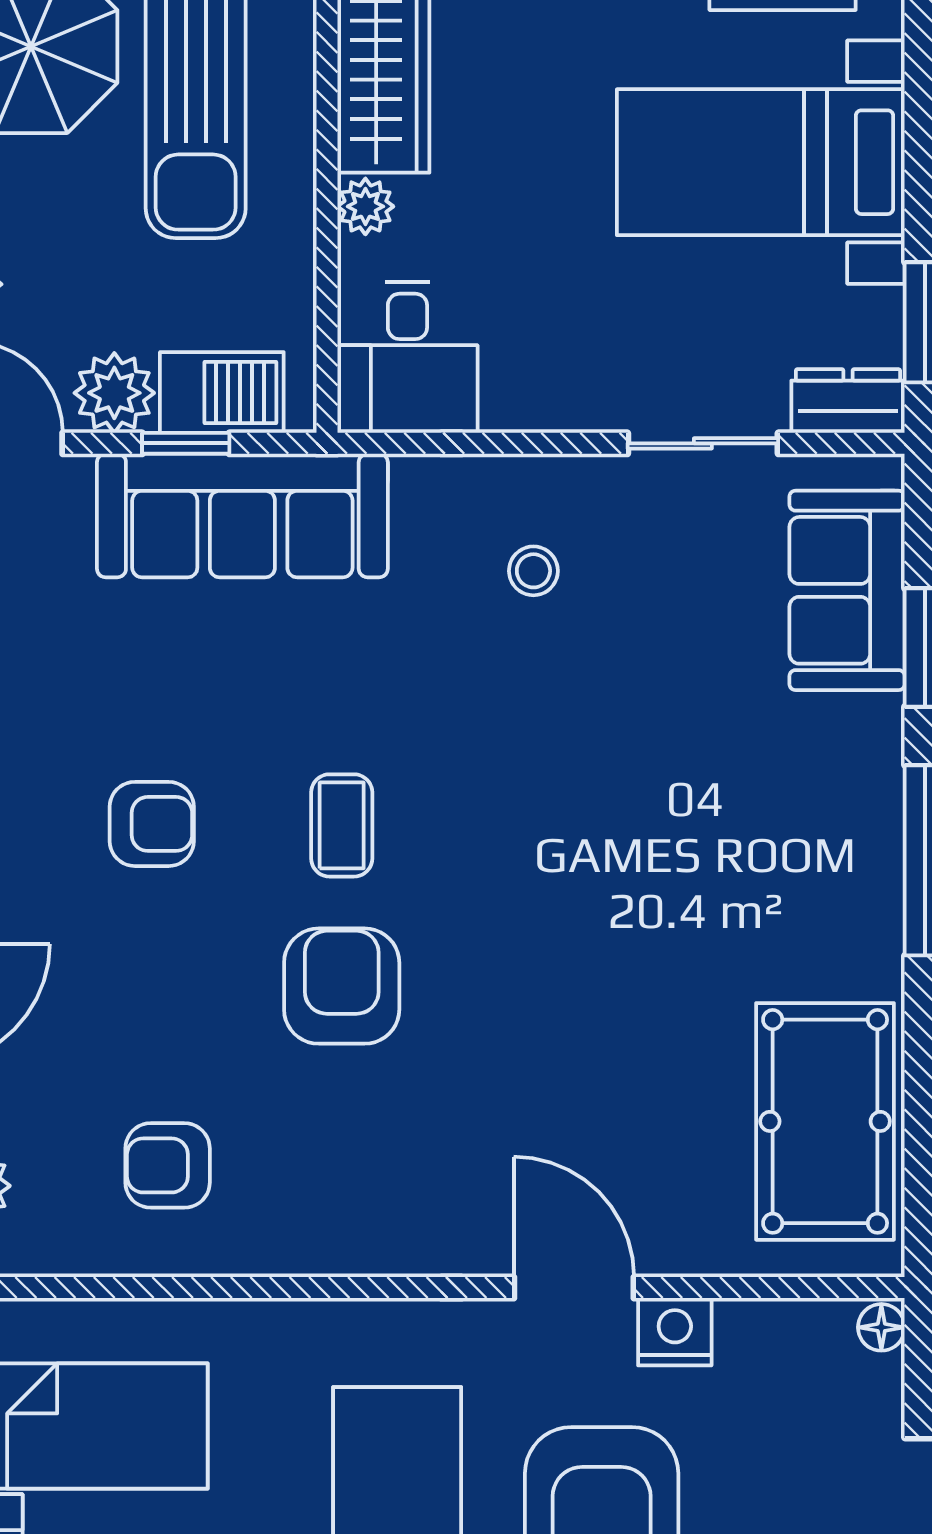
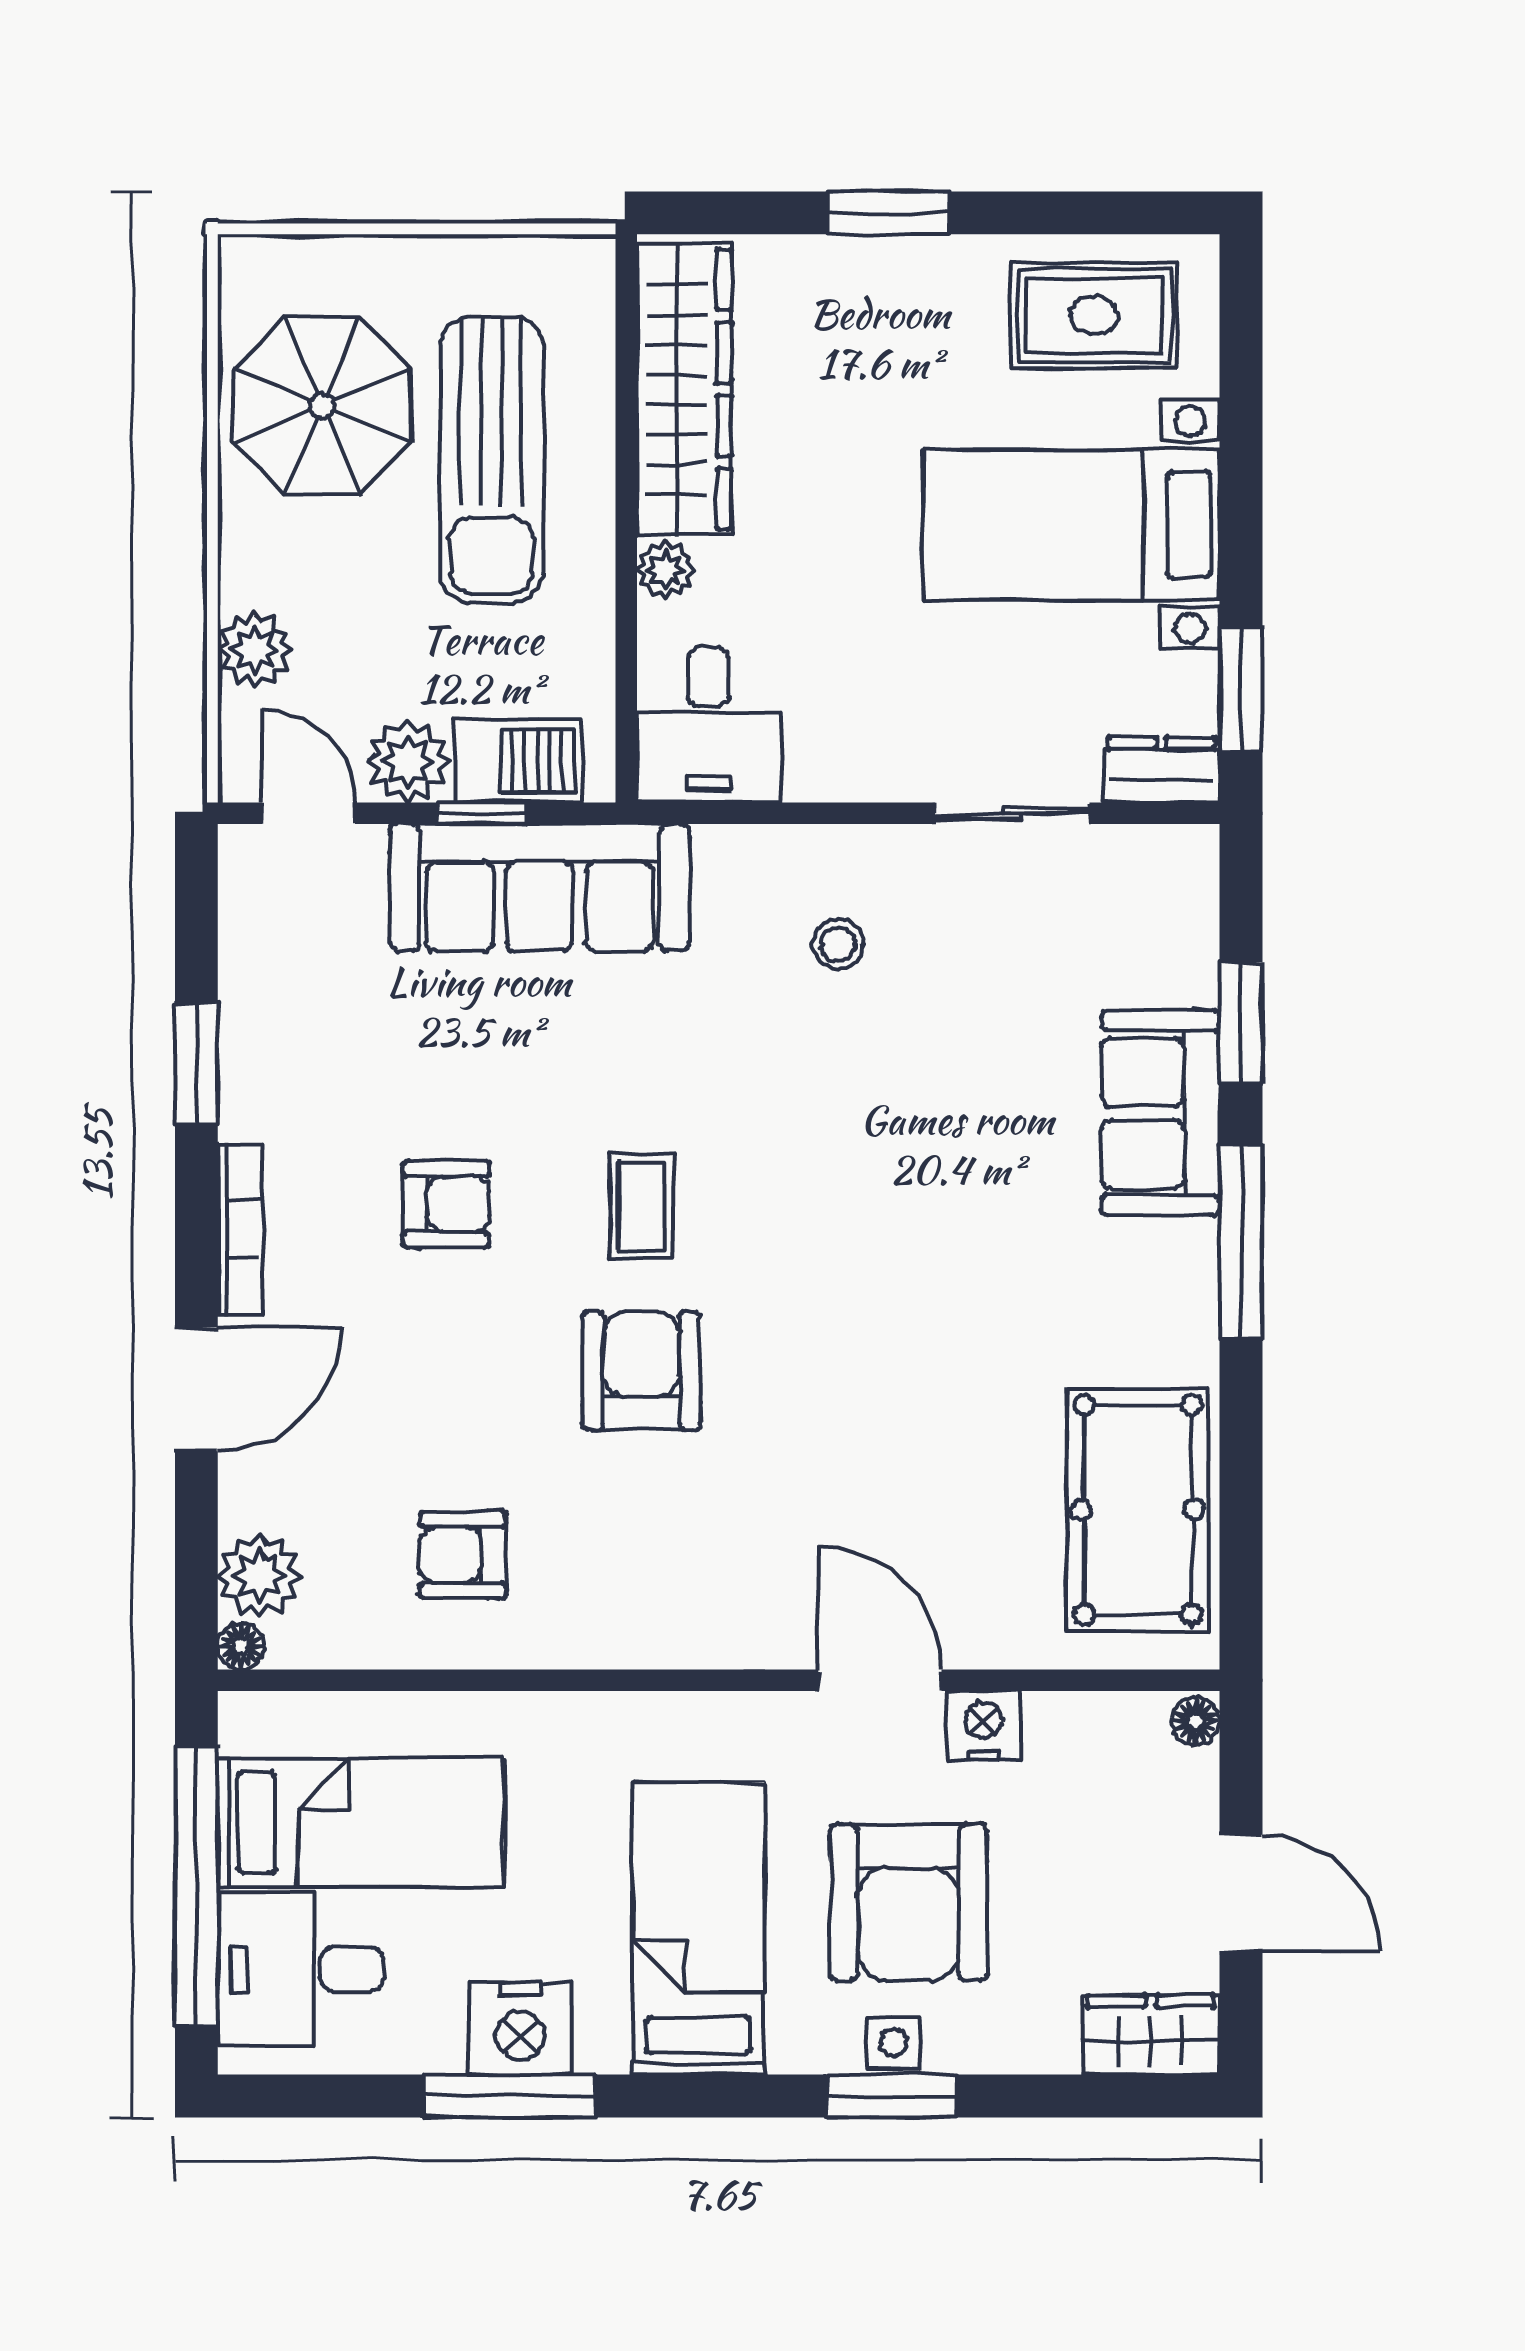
sofa: (847, 590) -> (1160, 1113), moved

